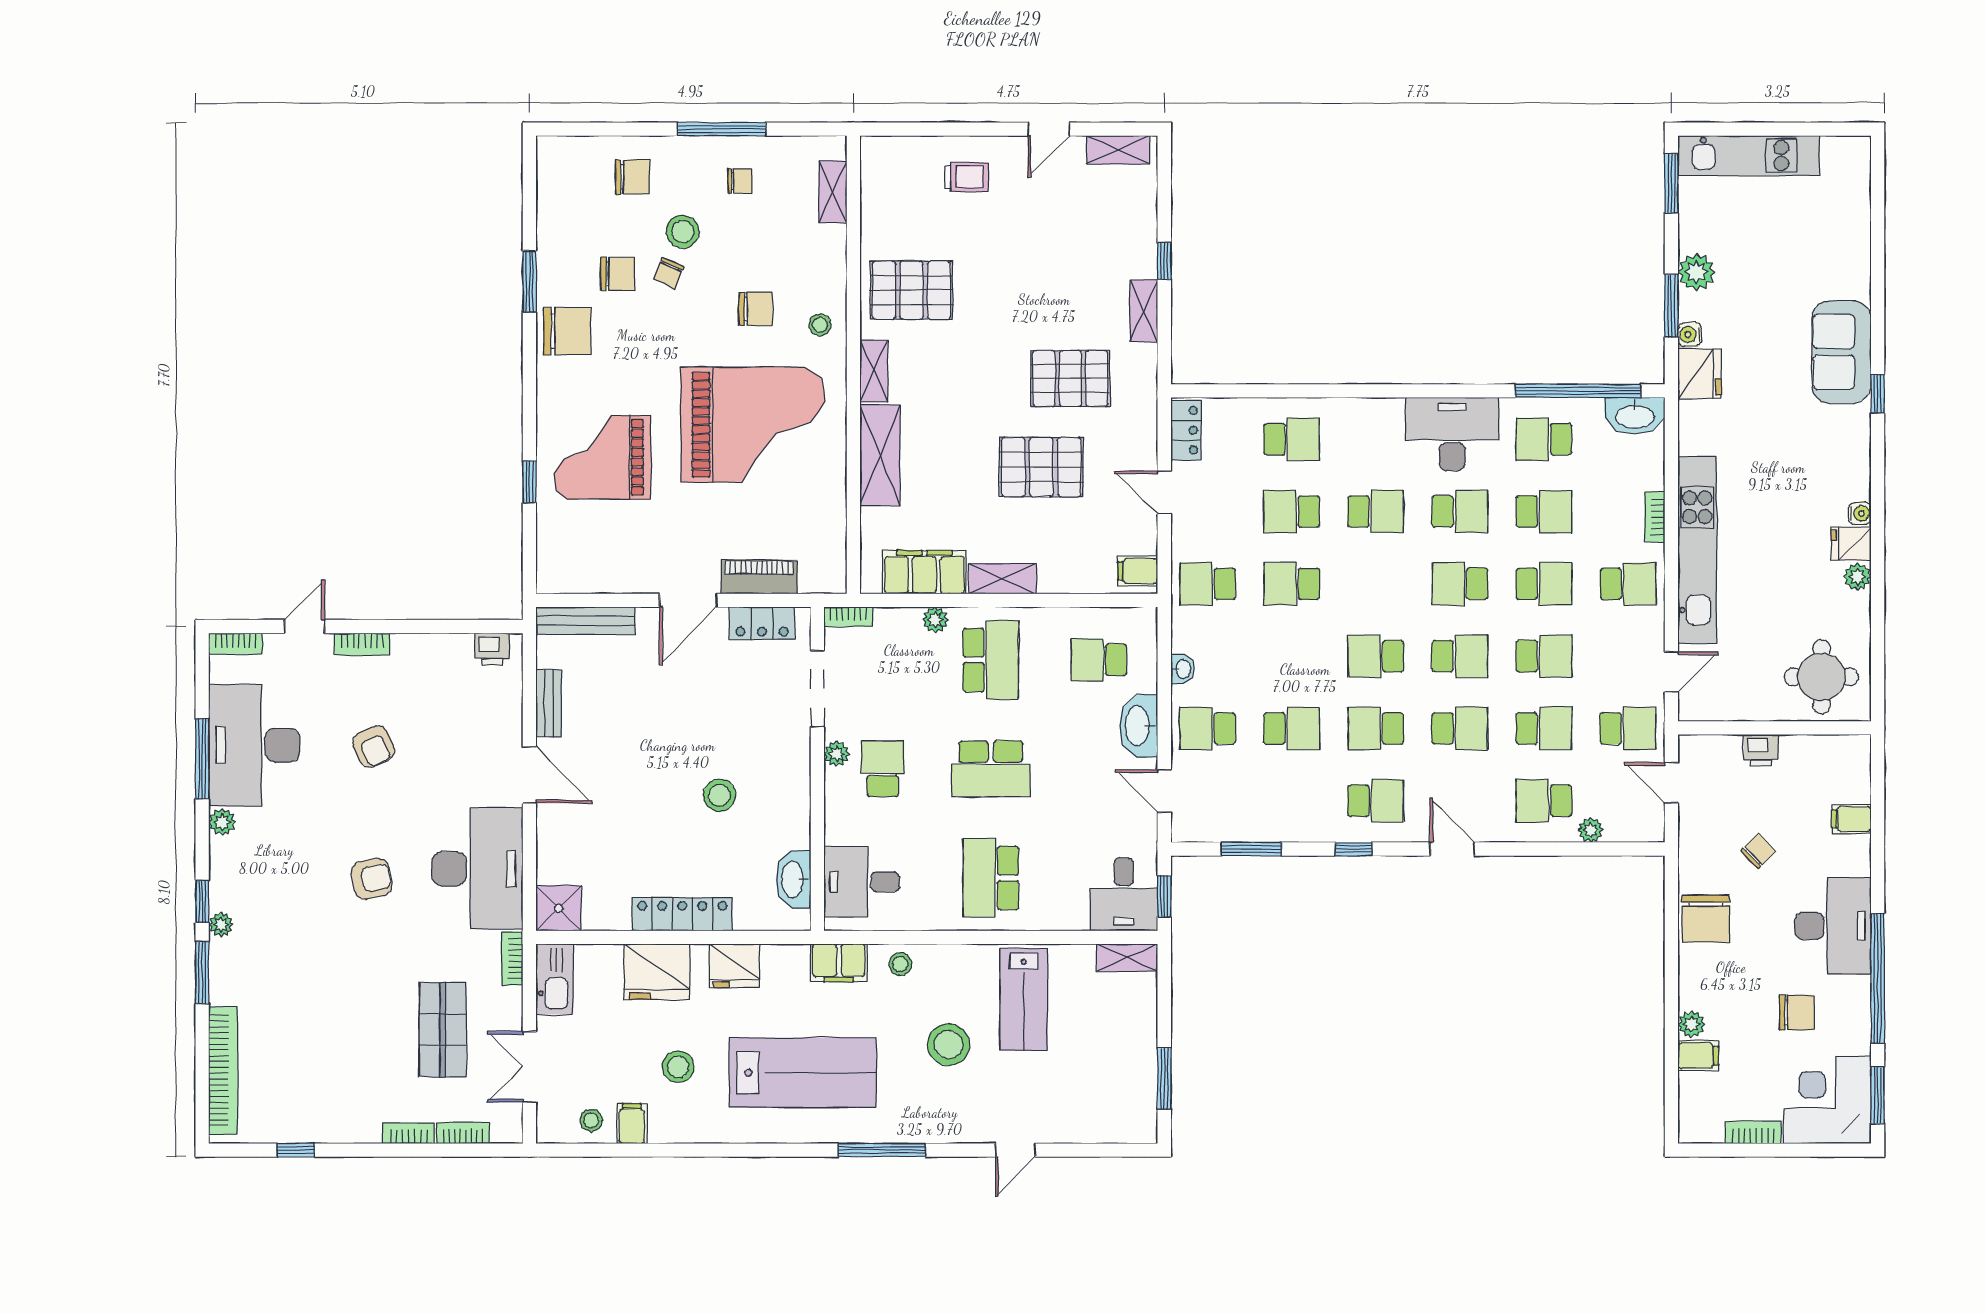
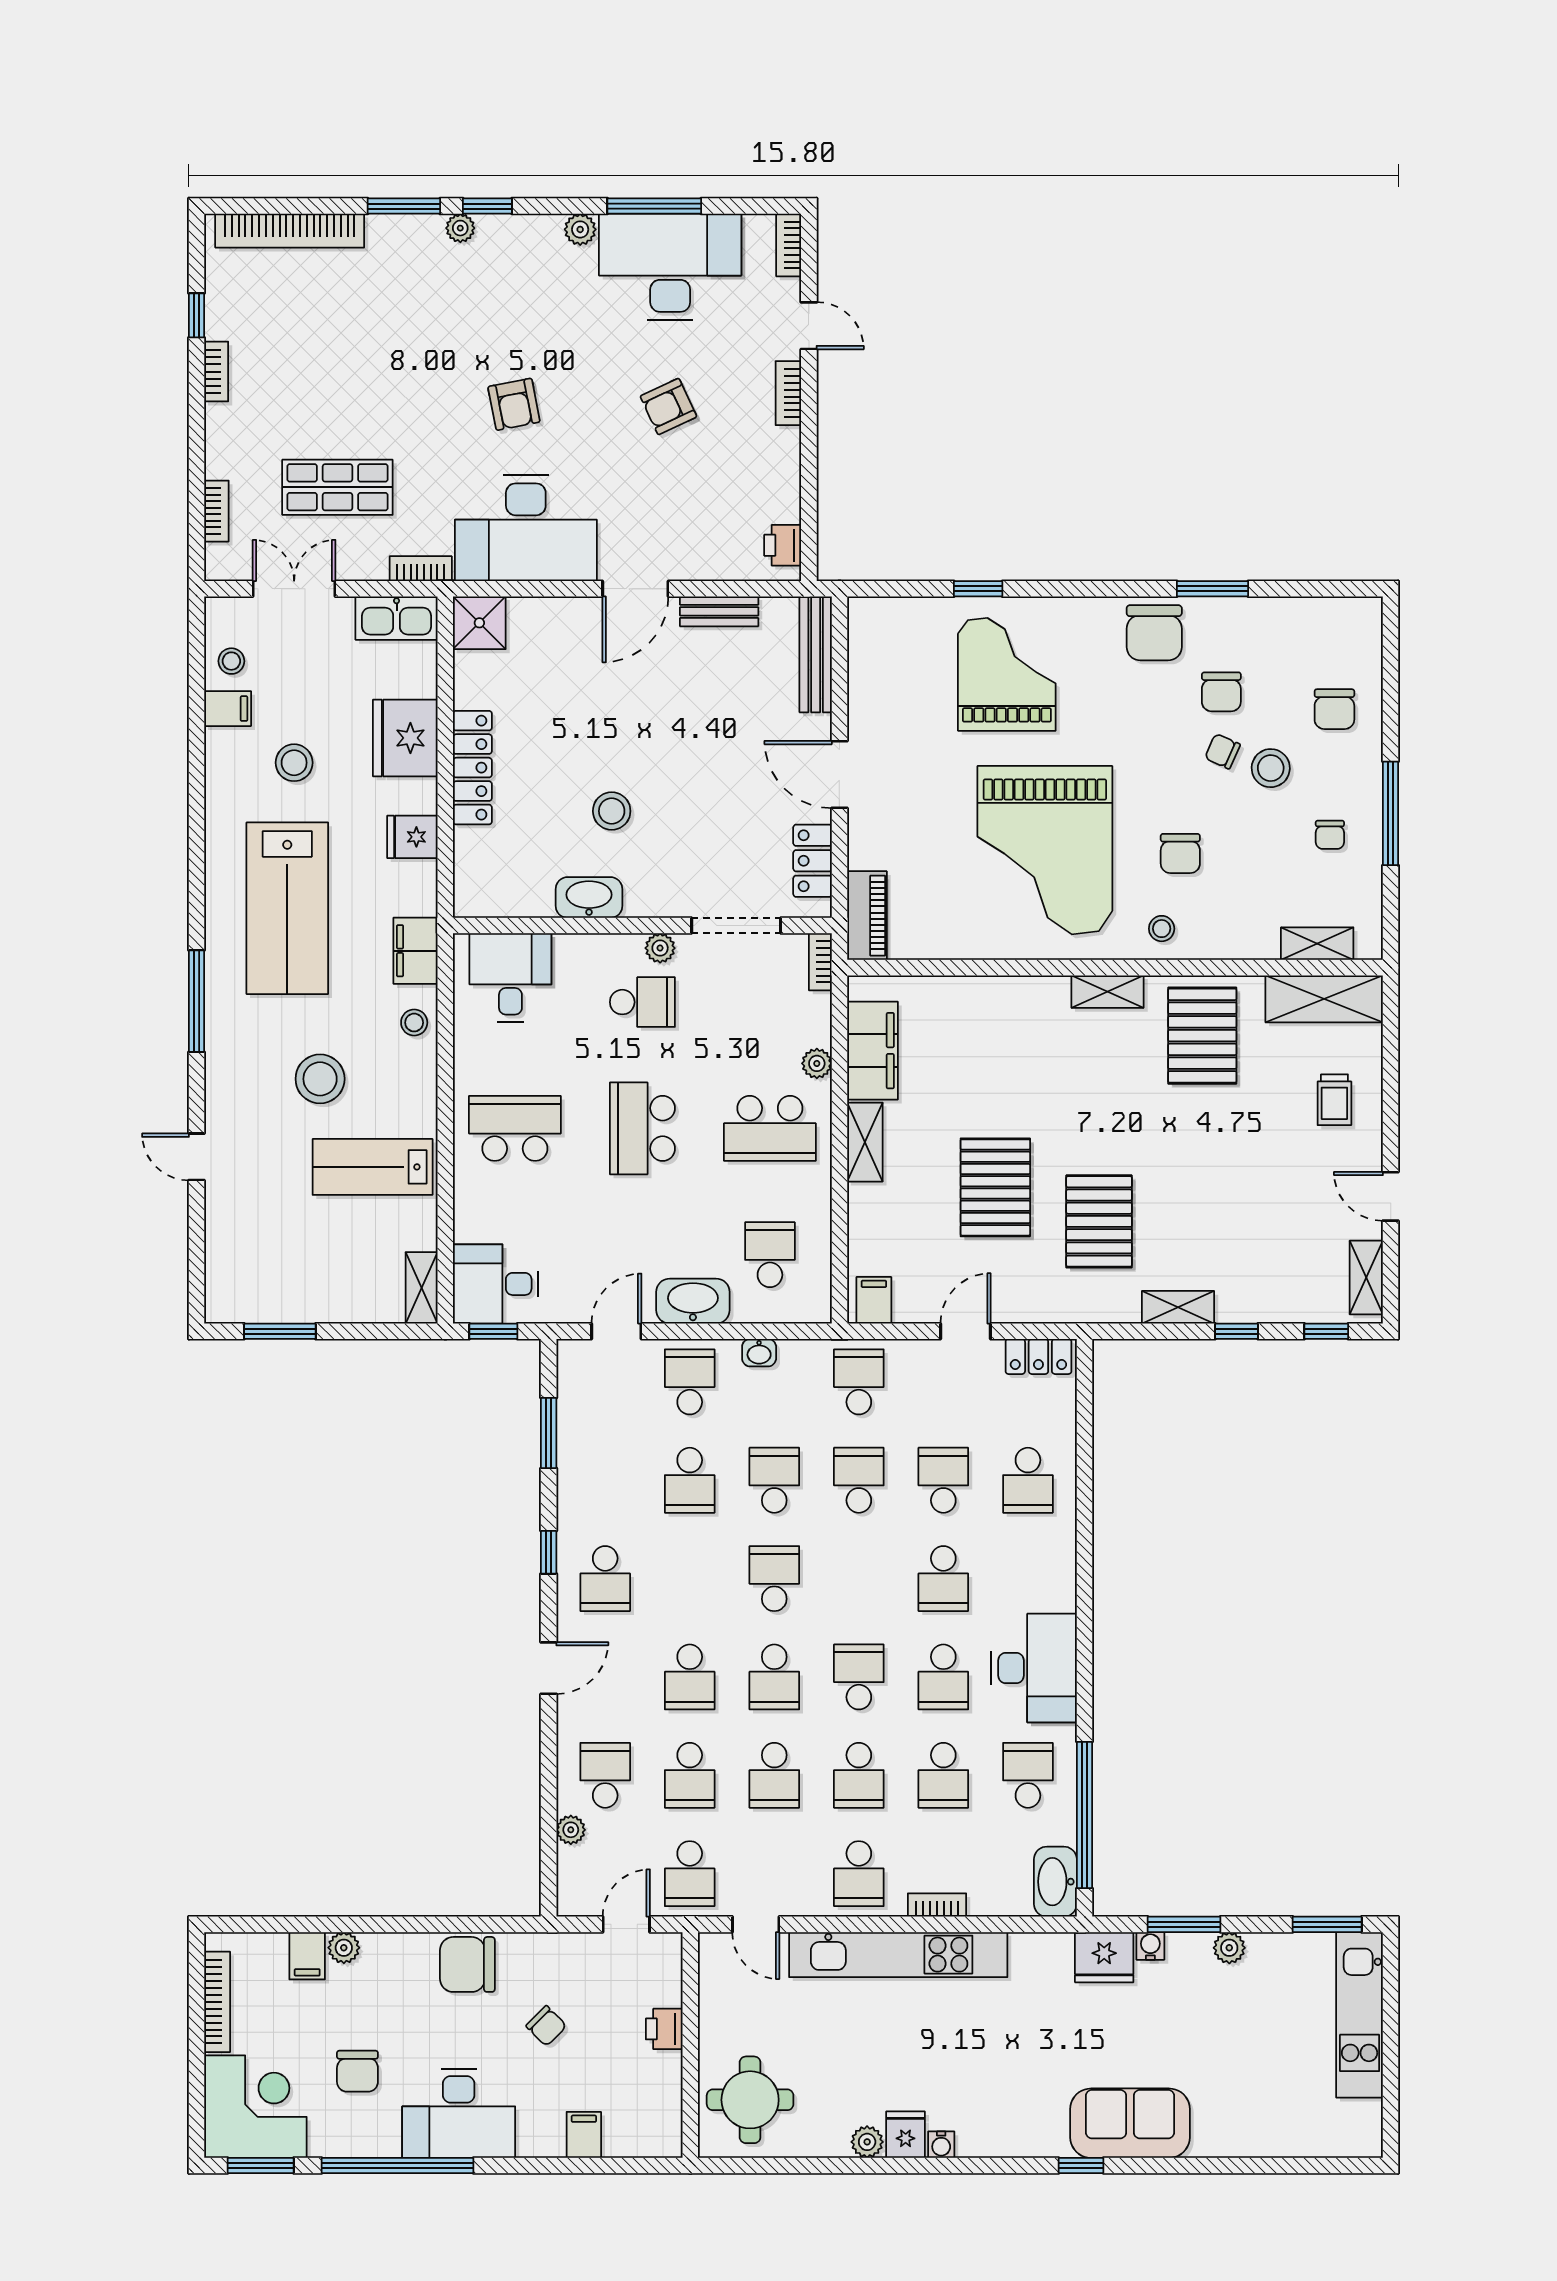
window: (1164, 184) -> (1326, 1331), added
plant: (1697, 272) -> (1229, 1948), width x0.73, depth x0.73
shelving: (880, 455) -> (1324, 999), moved
piano: (759, 577) -> (867, 916), moved
school desk: (1376, 728) -> (774, 1480), moved
washbasin: (793, 880) -> (589, 897), moved
fridge: (735, 966) -> (412, 837), width x0.72
bookcase: (409, 1133) -> (216, 372), moved
bookcase: (1753, 1133) -> (217, 2002), width x1.56

